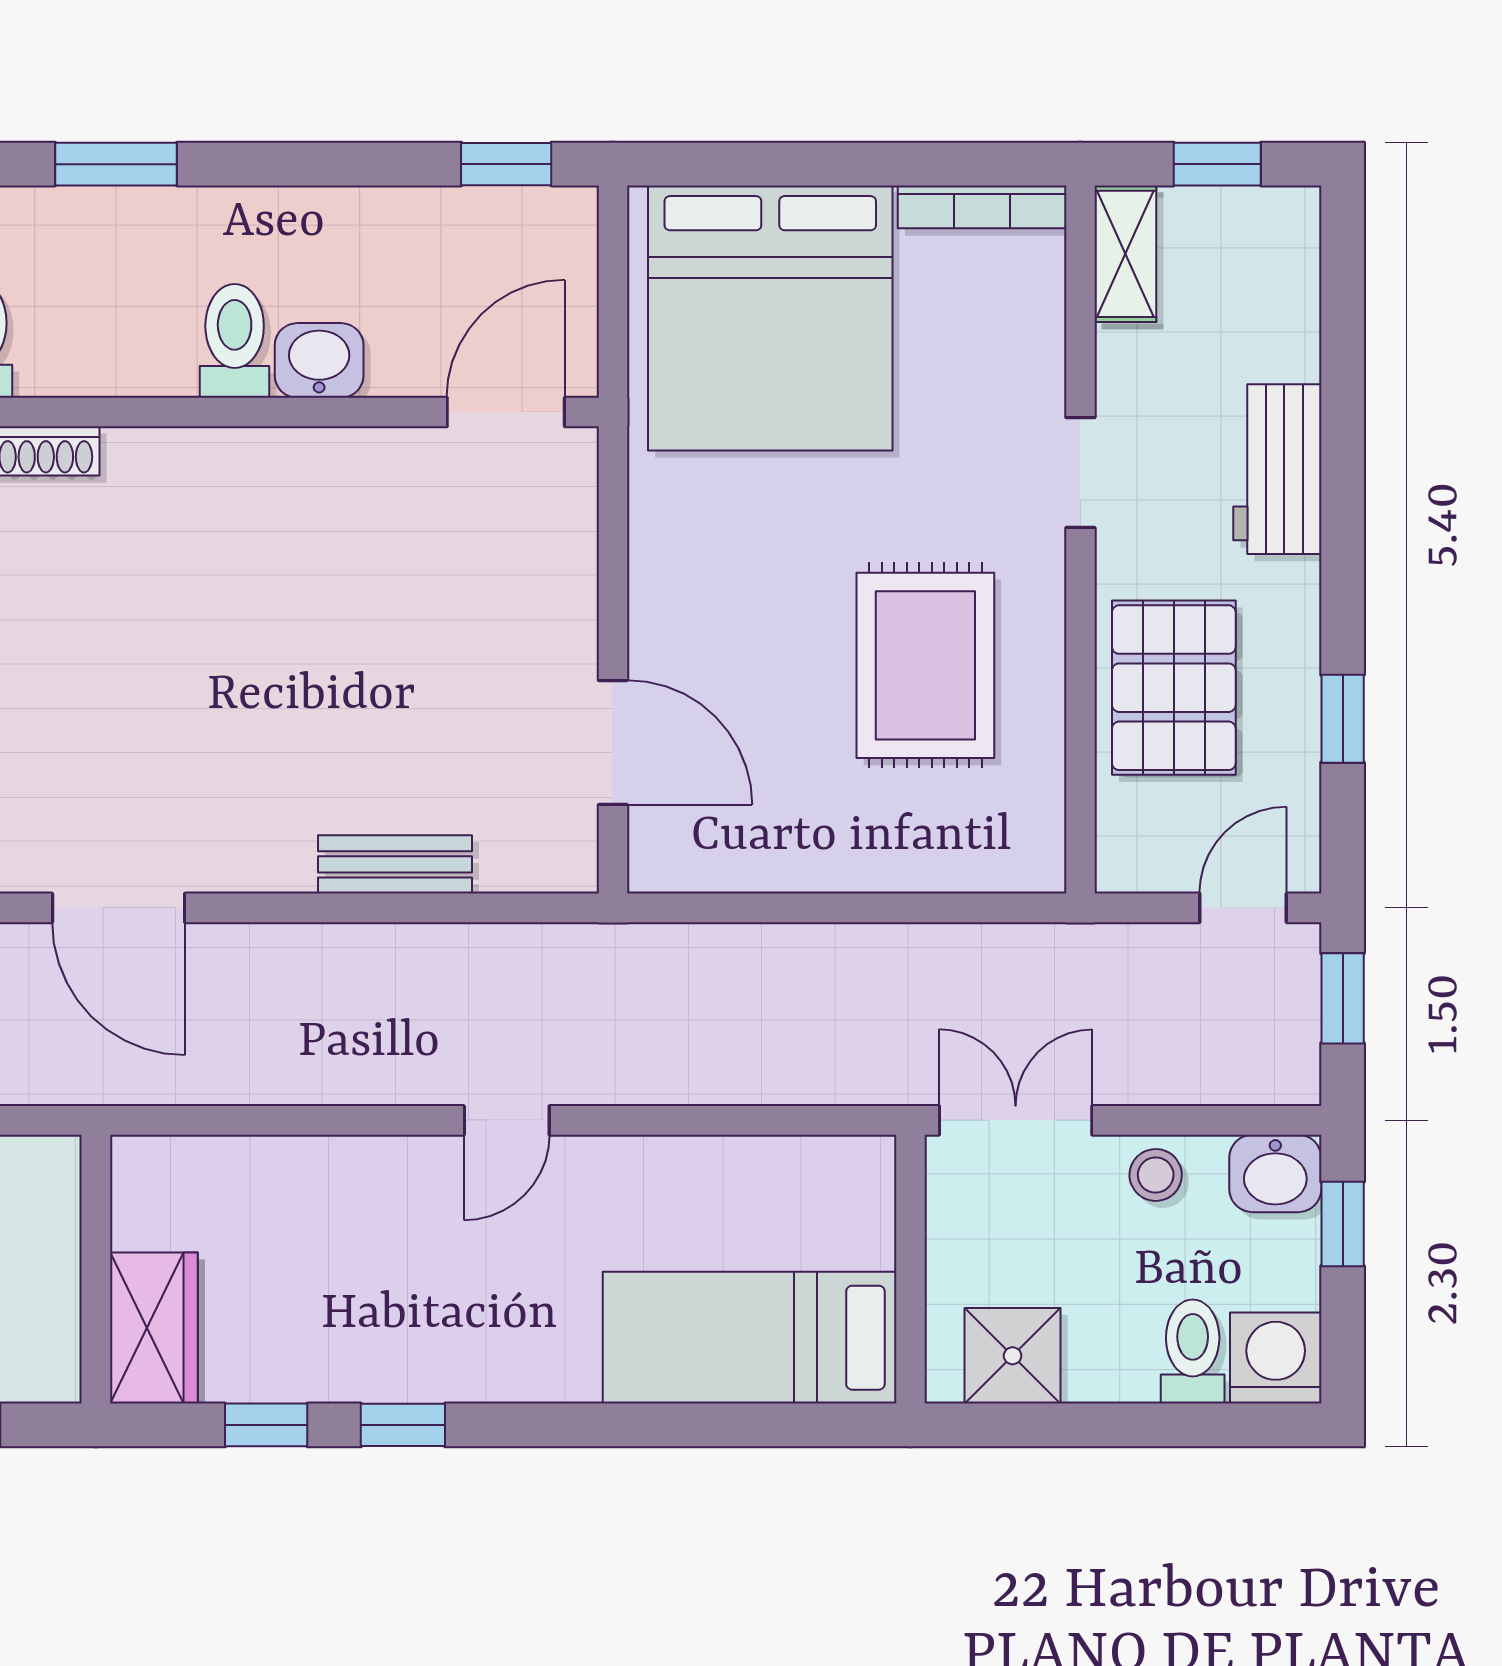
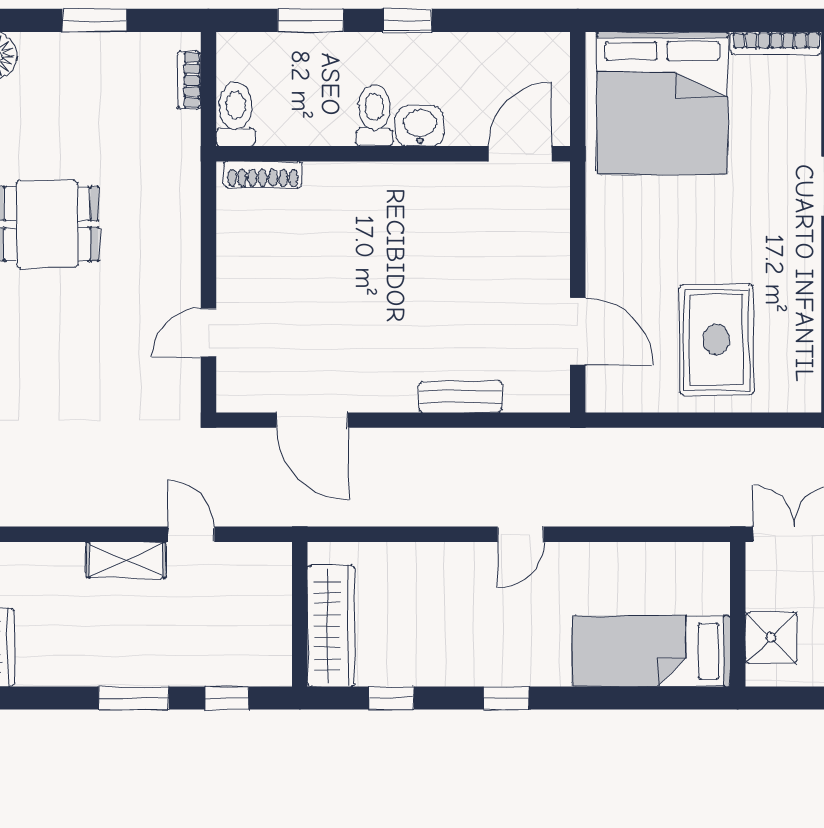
window: (506, 164) -> (407, 20), moved
rug: (925, 665) -> (716, 340), moved
wardrobe: (154, 1328) -> (331, 626), width x1.50
shower: (1013, 1356) -> (771, 638), moved
window: (403, 1425) -> (506, 698), moved

